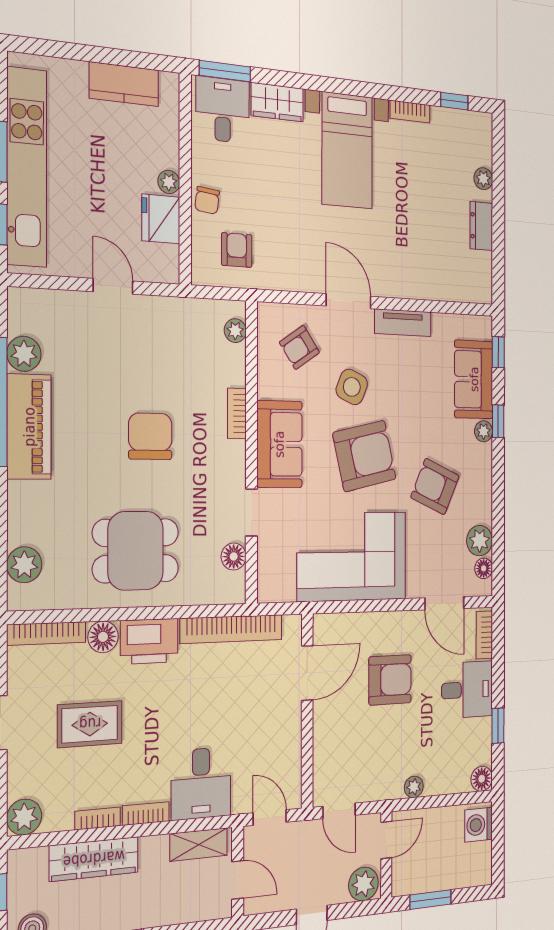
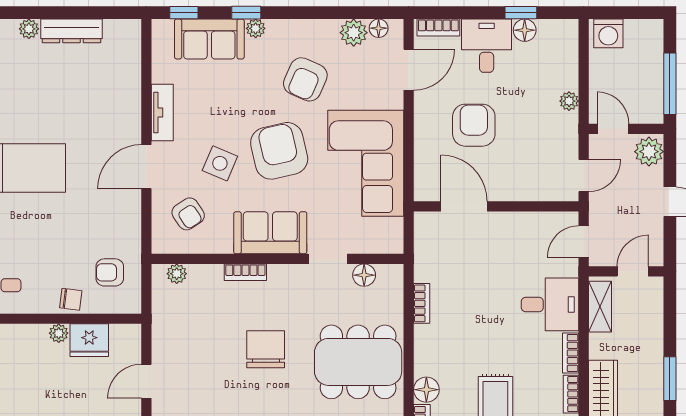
dresser: (481, 226) -> (71, 31), width x1.44
chair: (150, 436) -> (266, 349), turned 90
dining table: (136, 551) -> (358, 362), width x1.37
bookcase: (231, 629) -> (422, 303), width x0.43, depth x0.76
printer: (149, 641) -> (431, 350), removed
floor lamp: (482, 779) -> (525, 30), moved
window: (431, 899) -> (670, 84), width x1.44

